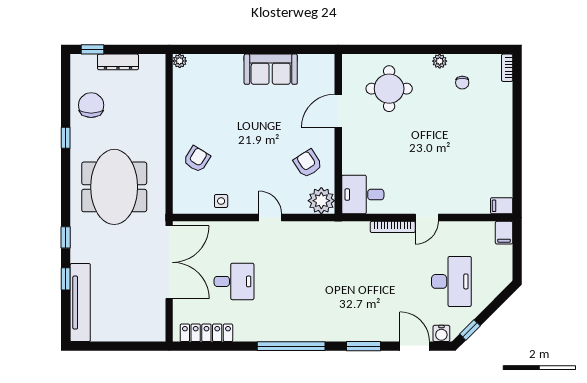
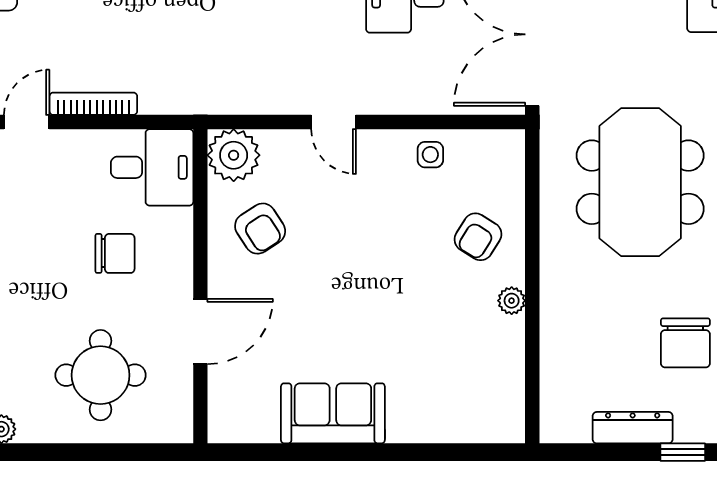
plant: (180, 61) -> (512, 301), moved
chair: (382, 151) -> (115, 253), added

